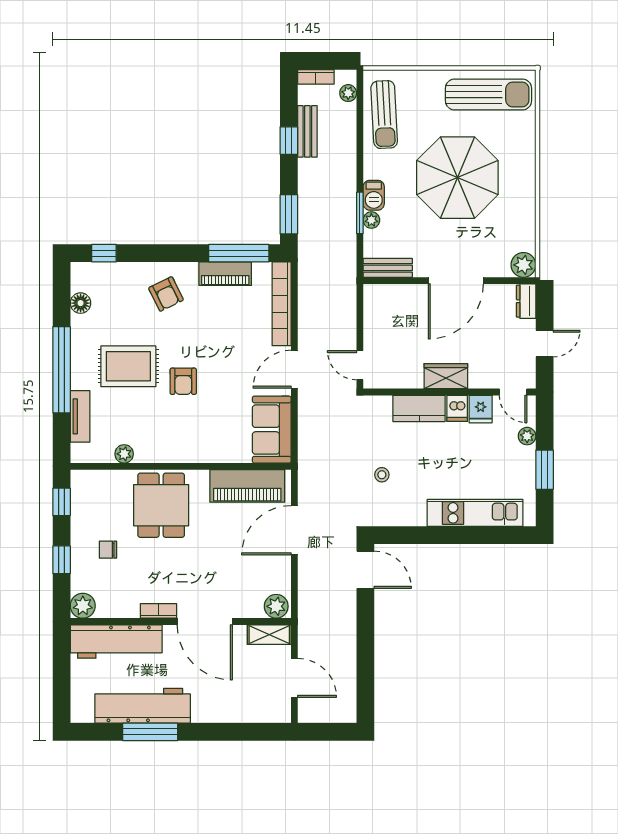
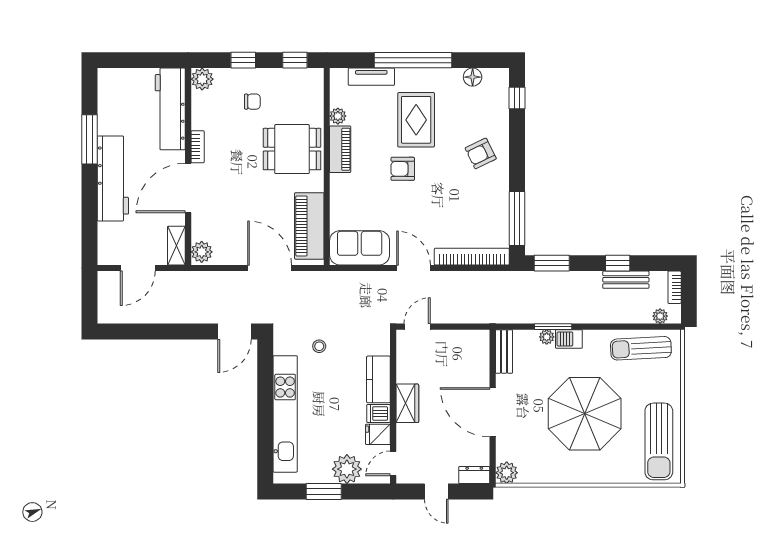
piano: (225, 274) -> (340, 149), moved, turned 180
plant: (527, 436) -> (347, 469), width x1.88, depth x1.88
kitchen unit: (475, 513) -> (285, 414), width x1.36
chair: (108, 550) -> (252, 102), turned 90
workbench: (143, 706) -> (113, 178), moved

